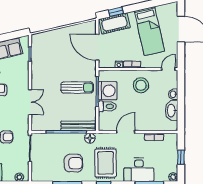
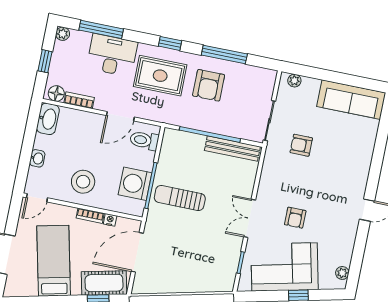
door: (97, 47) -> (137, 252), swing flipped
double door: (30, 102) -> (250, 218), moved
toilet: (107, 106) -> (144, 140), moved
washbasin: (172, 111) -> (48, 119), moved
bench: (79, 126) -> (232, 148), moved
floor lamp: (90, 138) -> (56, 93), moved
armchair: (73, 163) -> (209, 85), turned -90
rug: (106, 163) -> (160, 76), turned 90

